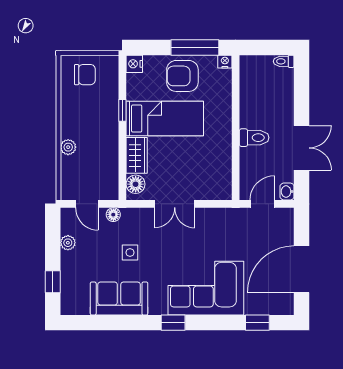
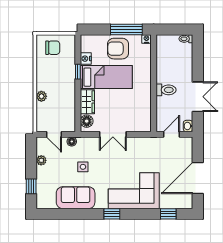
nightstand: (134, 64) -> (86, 59), moved

